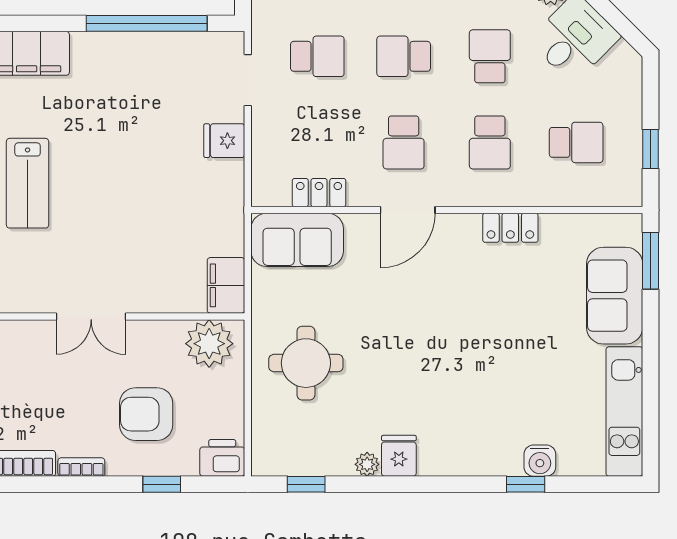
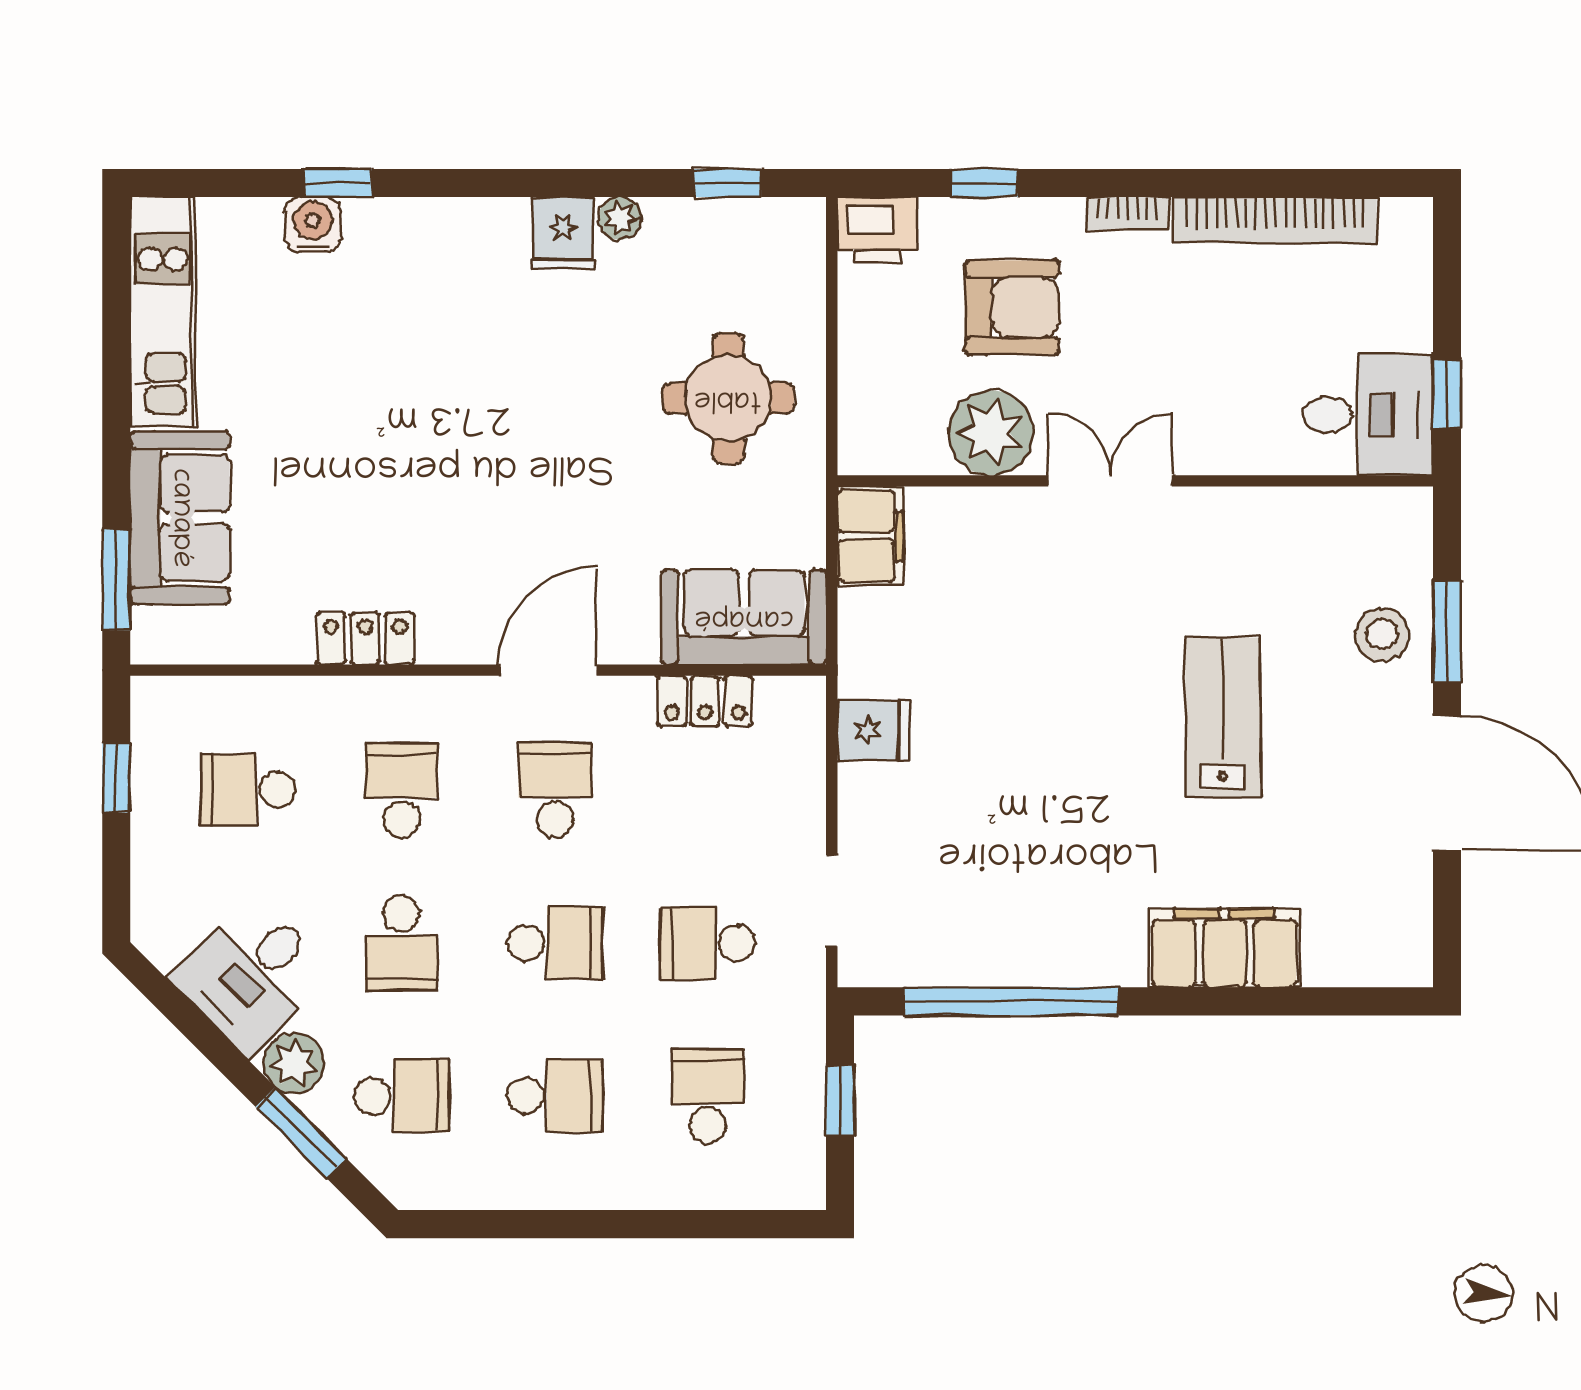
fridge: (224, 141) -> (873, 730), moved
plant: (209, 344) -> (991, 433), moved

